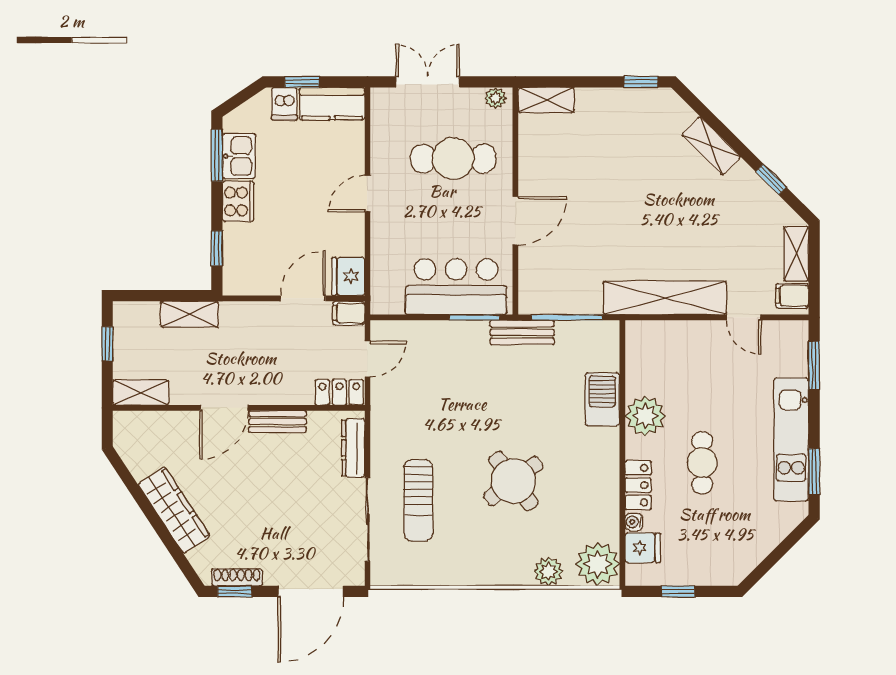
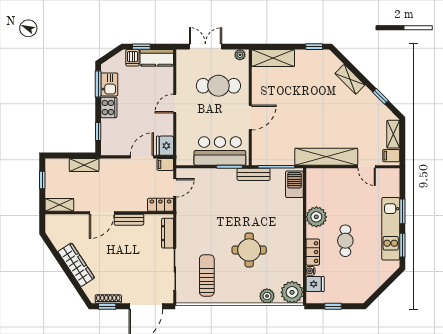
shelving: (546, 100) -> (273, 58), width x1.50, depth x1.33
window: (814, 365) -> (402, 211), moved
barbecue: (602, 399) -> (294, 184), moved
round table: (513, 481) -> (249, 250), turned 37
sun lounger: (418, 500) -> (207, 275), moved, turned 180

